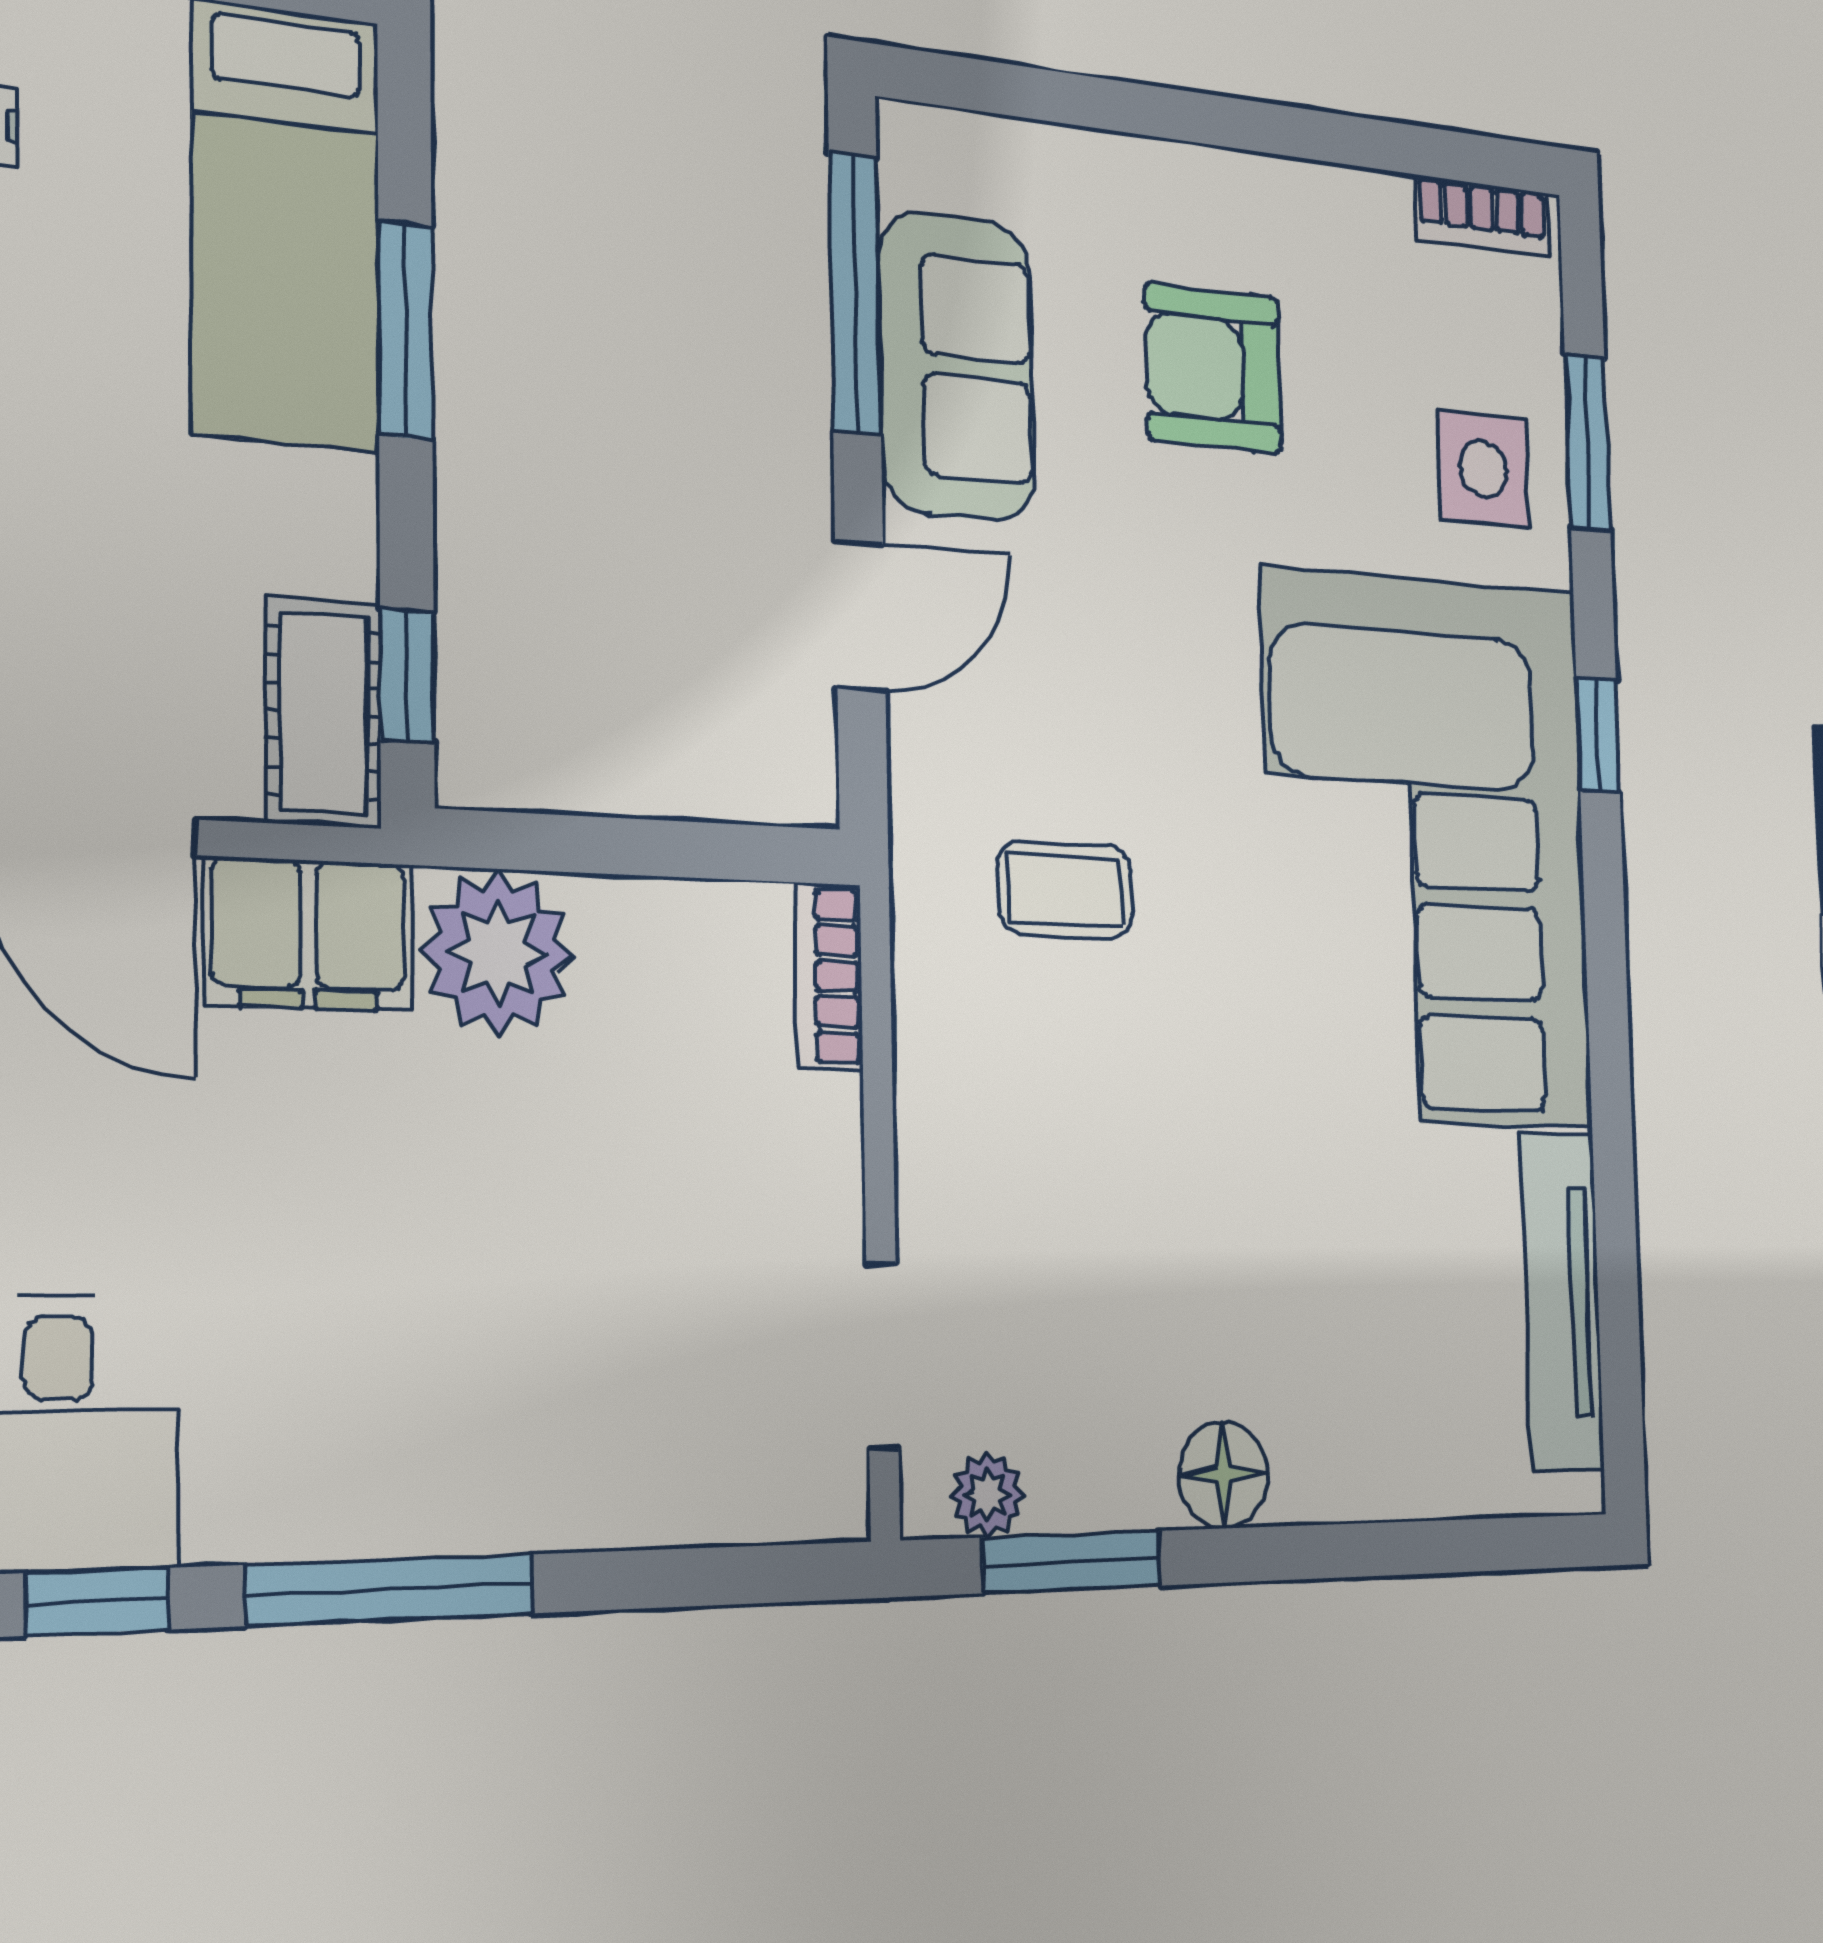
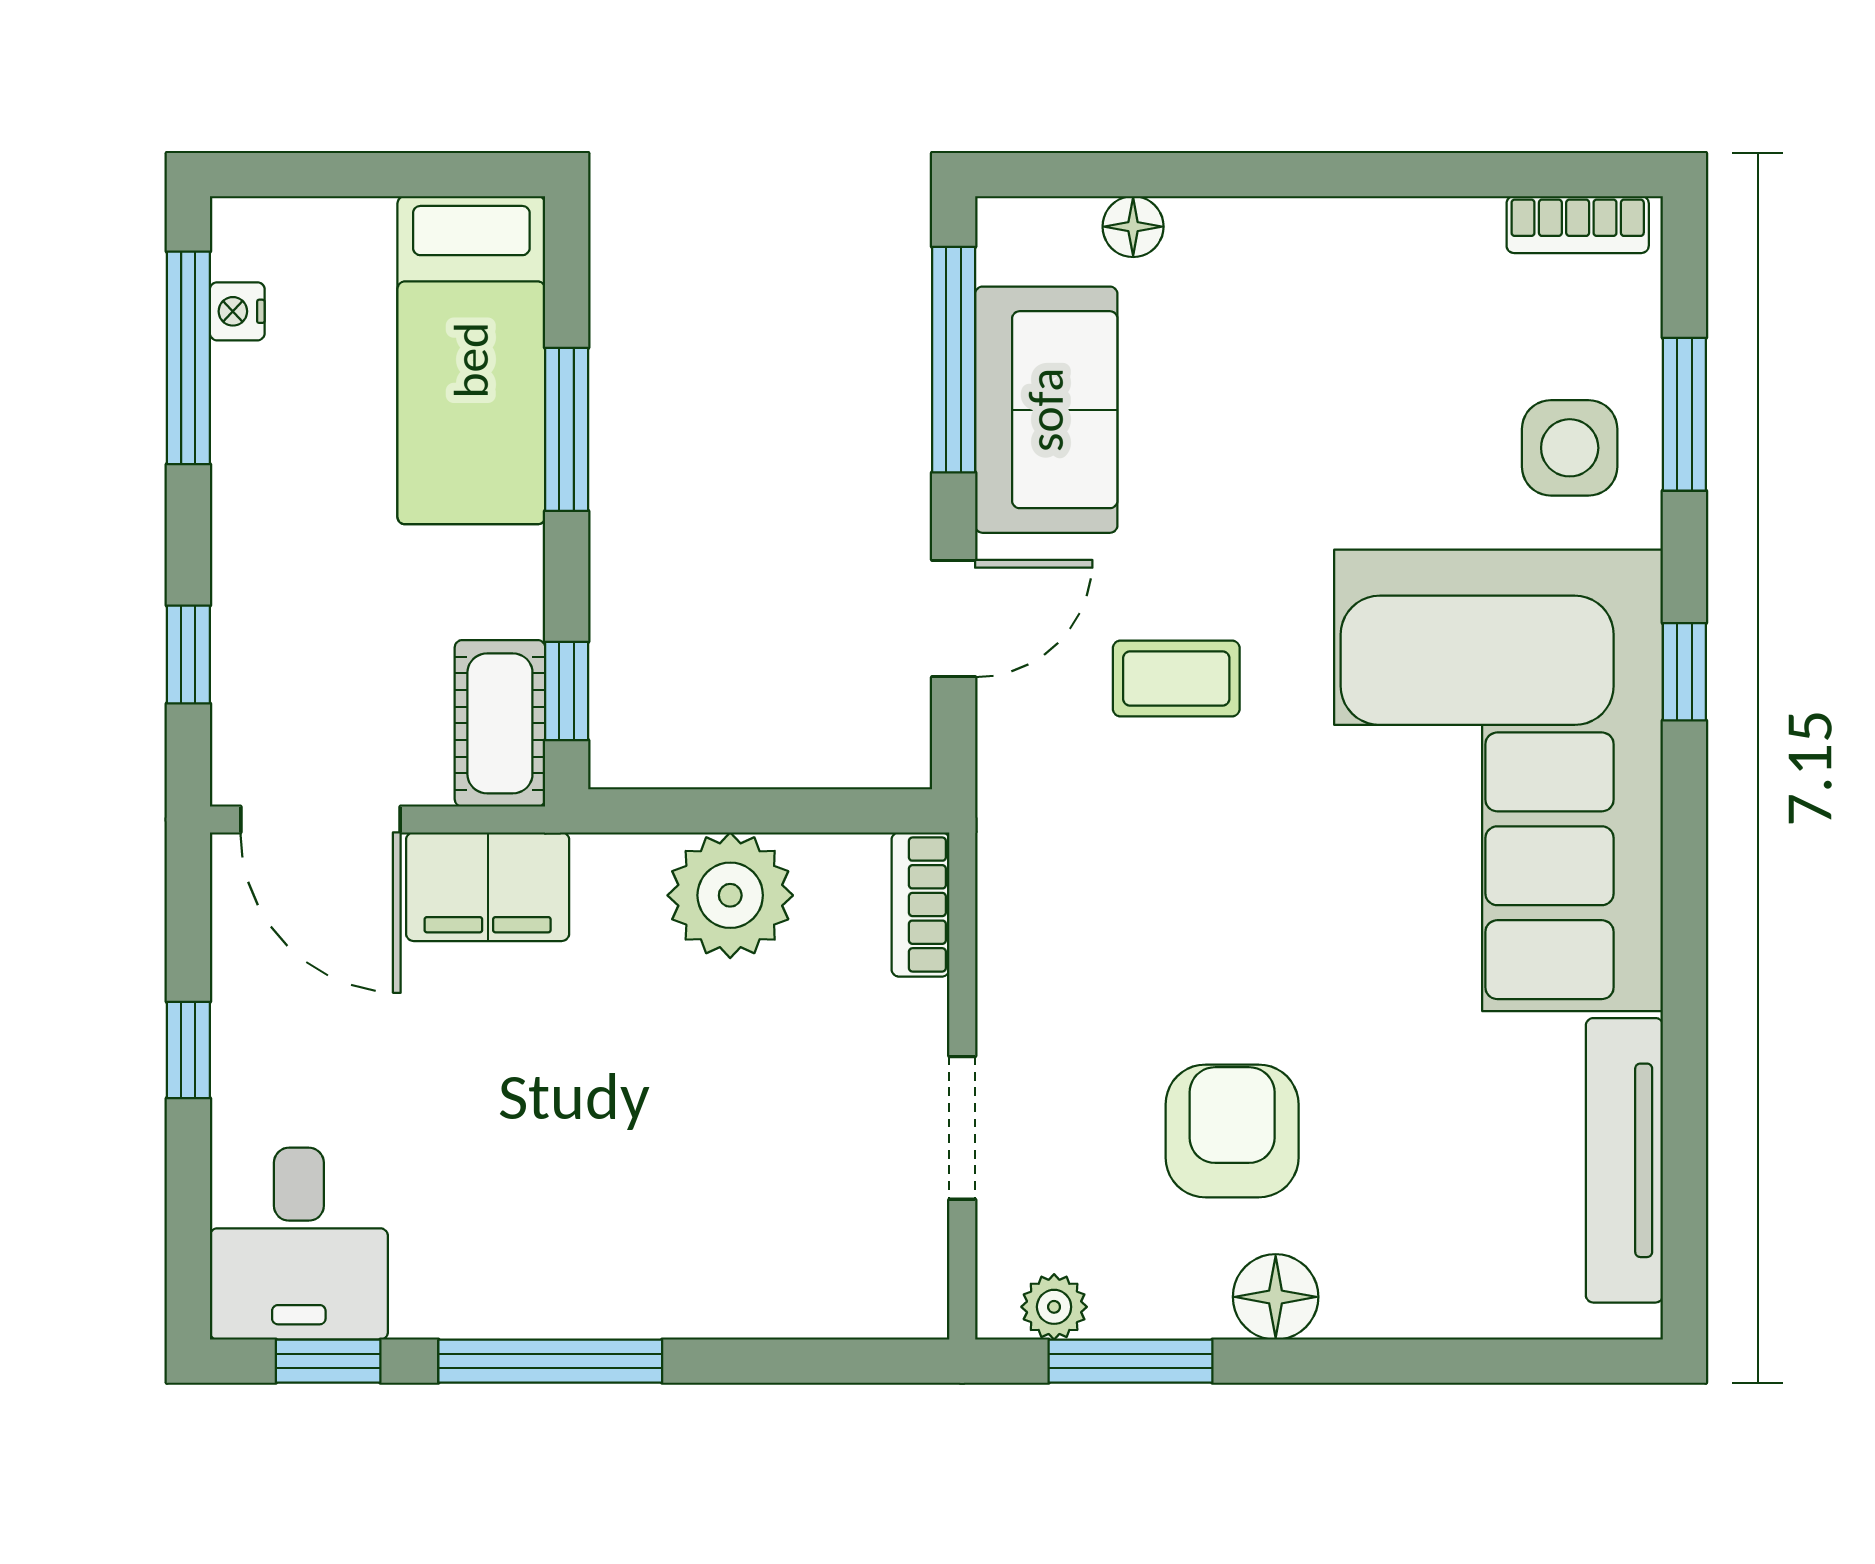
floor lamp: (1044, 157) -> (1133, 227), added
armchair: (1213, 369) -> (1232, 1131), moved, turned 90
coffee table: (1065, 890) -> (1176, 678), moved
plant: (498, 953) -> (730, 895), moved
doorway: (882, 1356) -> (962, 1128), moved

